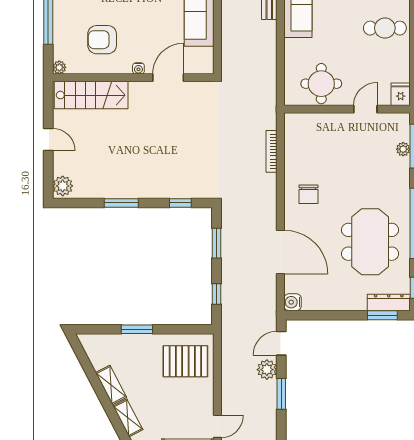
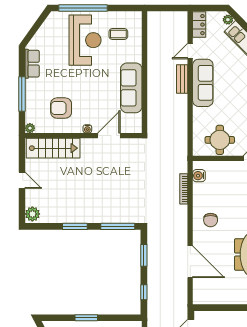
window: (180, 203) -> (118, 226), width x2.17
water cooler: (293, 302) -> (199, 176), moved

